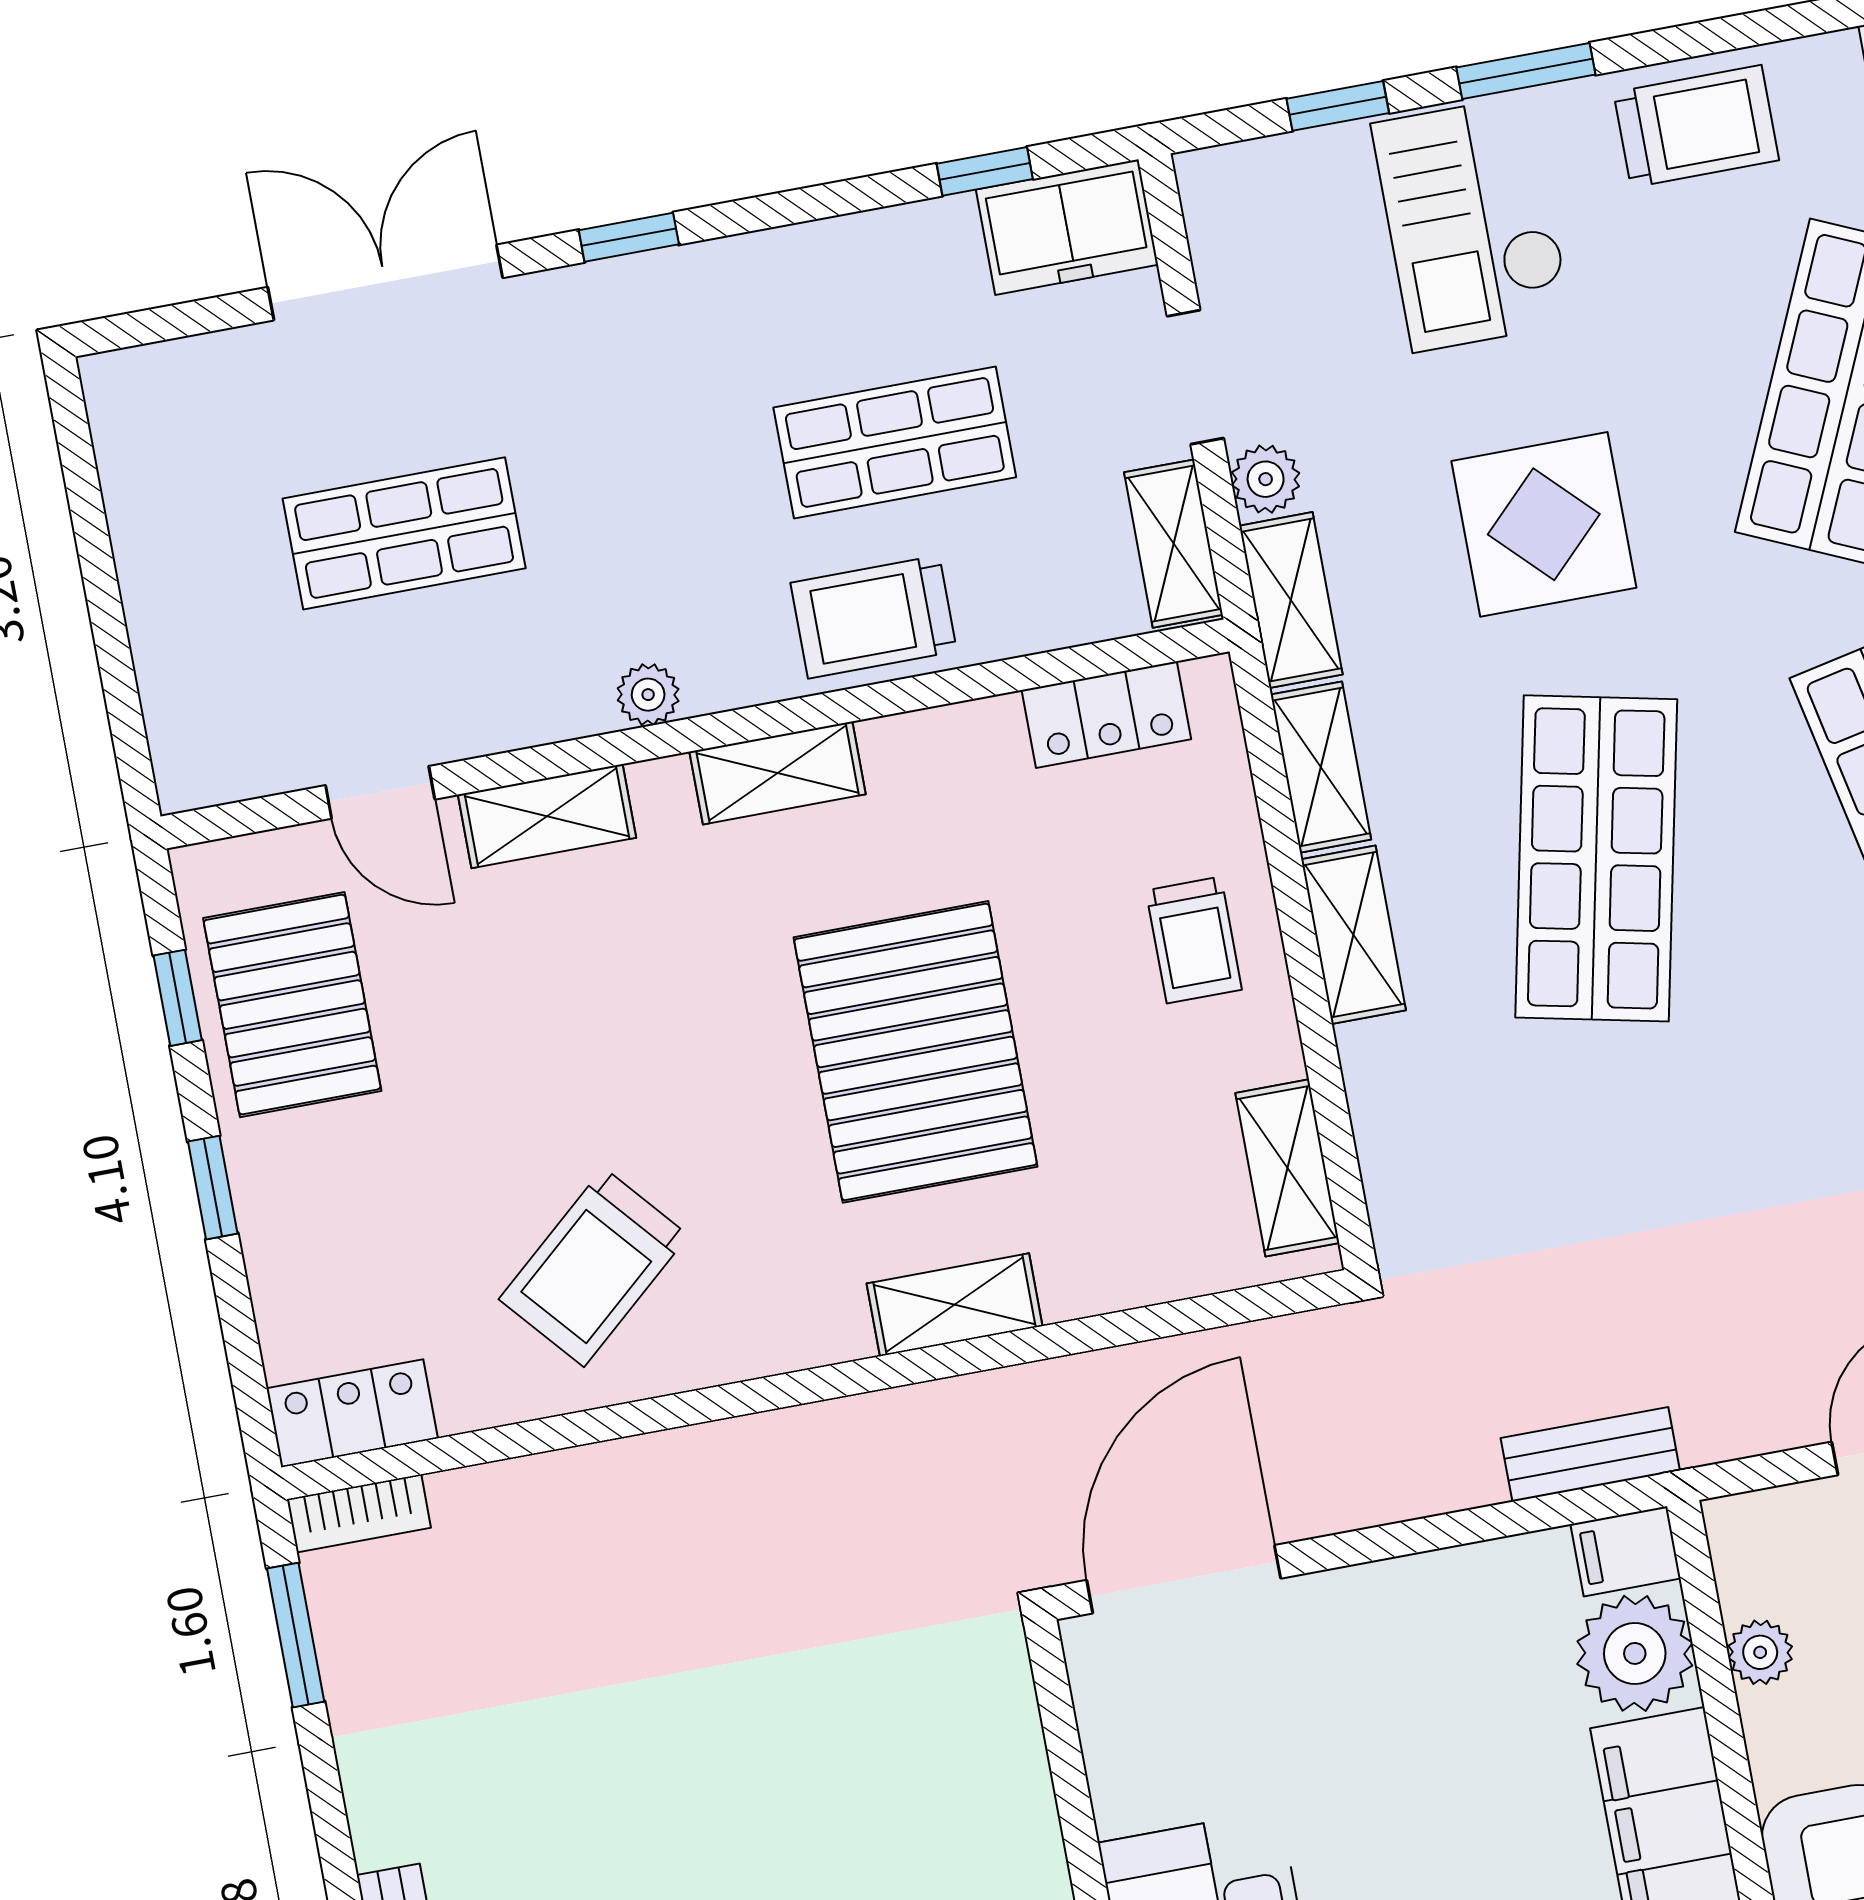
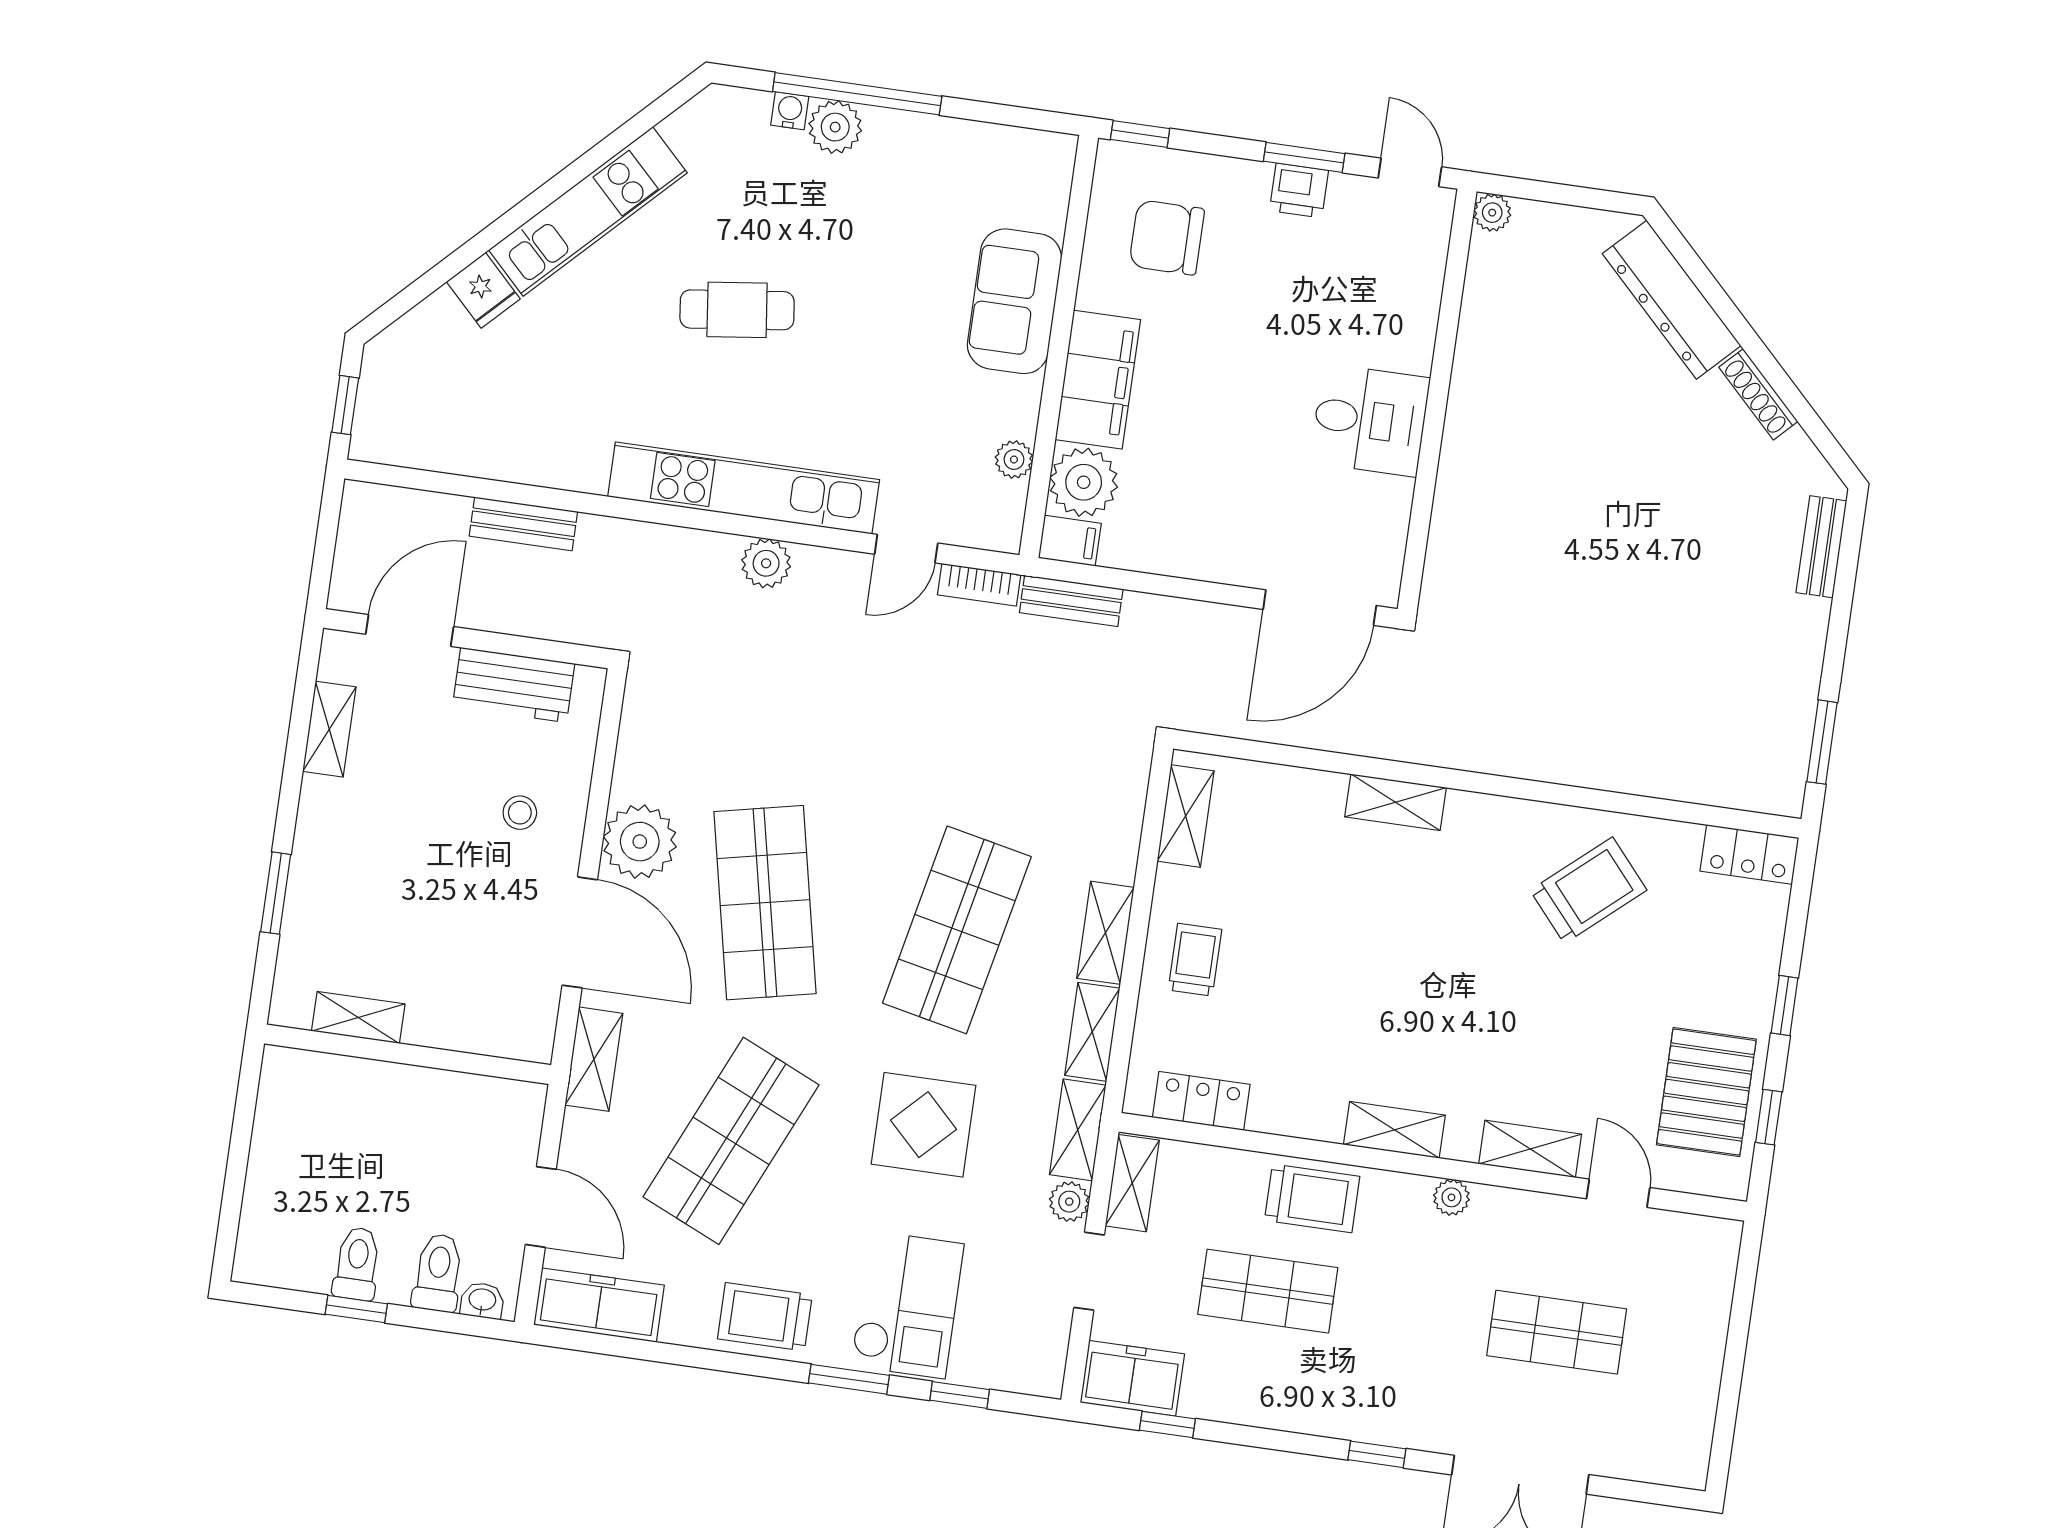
pallet: (915, 1052) -> (1370, 950), removed
bookcase: (359, 1513) -> (979, 585), moved, turned 180

